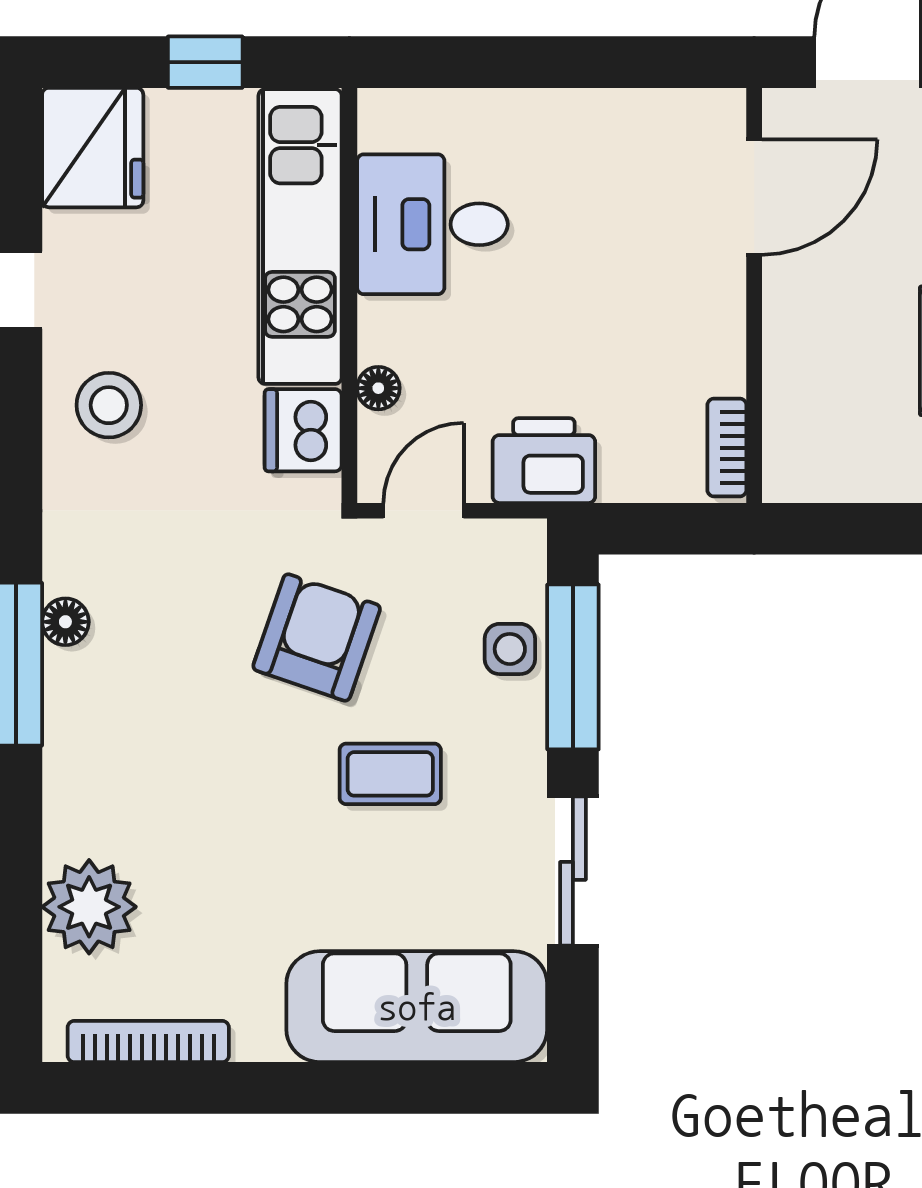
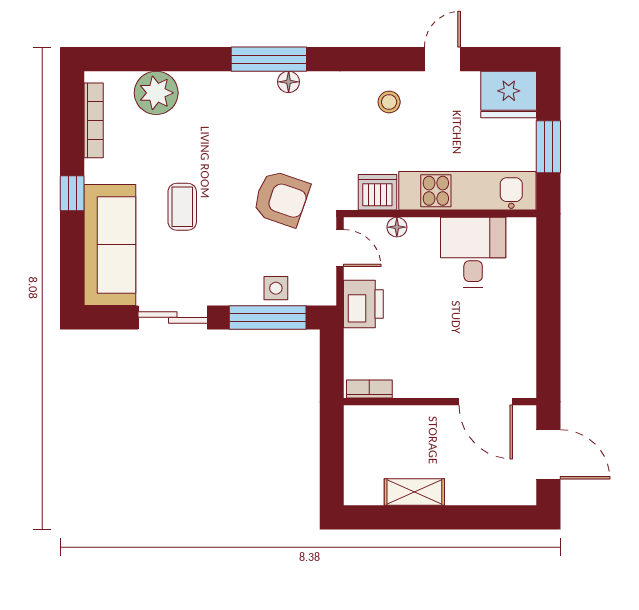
window: (205, 62) -> (548, 147), width x1.50
stool: (109, 405) -> (389, 102), width x0.73, depth x0.73
coffee table: (390, 774) -> (182, 207), moved
window: (305, 1088) -> (72, 193), added

